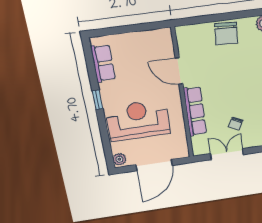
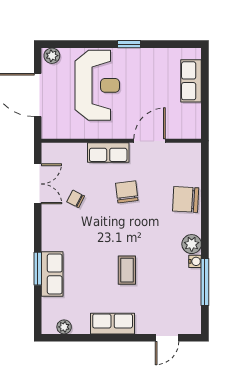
row of seats: (103, 63) -> (191, 81), moved, turned 90
chair: (225, 84) -> (127, 192), added
row of seats: (195, 111) -> (108, 153), width x0.68

